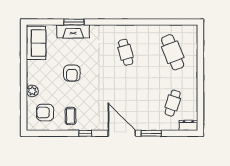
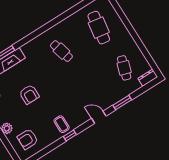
cafe table: (173, 52) -> (99, 28), turned 30
coffee table: (71, 116) -> (62, 124), moved
door: (122, 133) -> (99, 117), width x0.53

